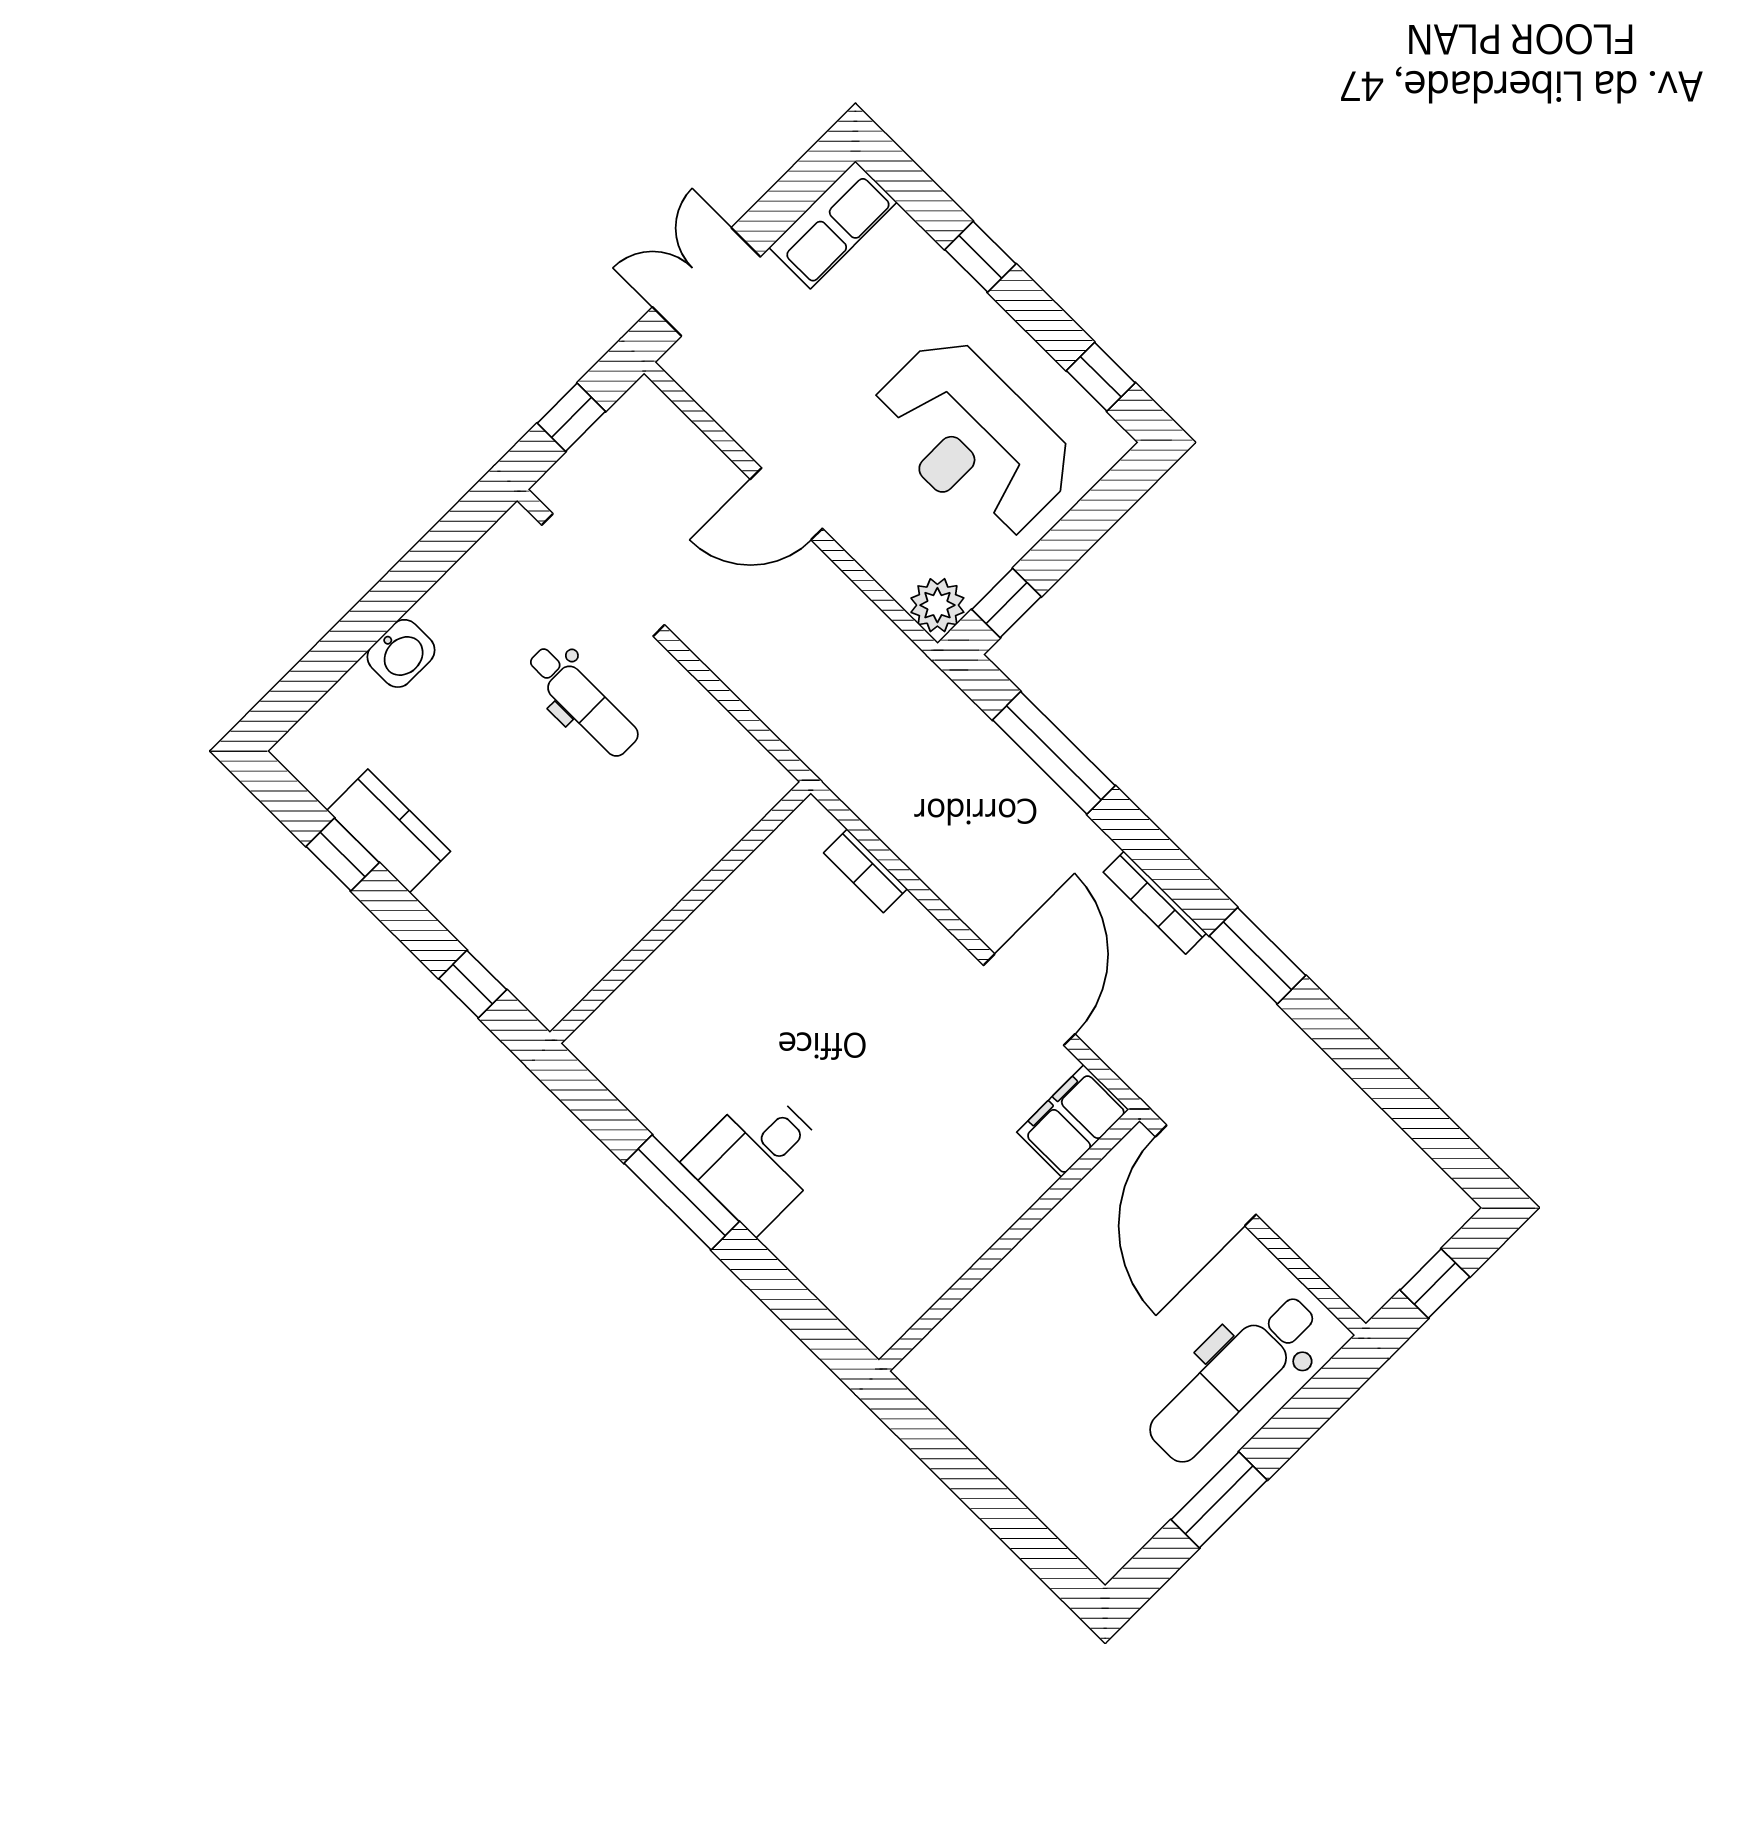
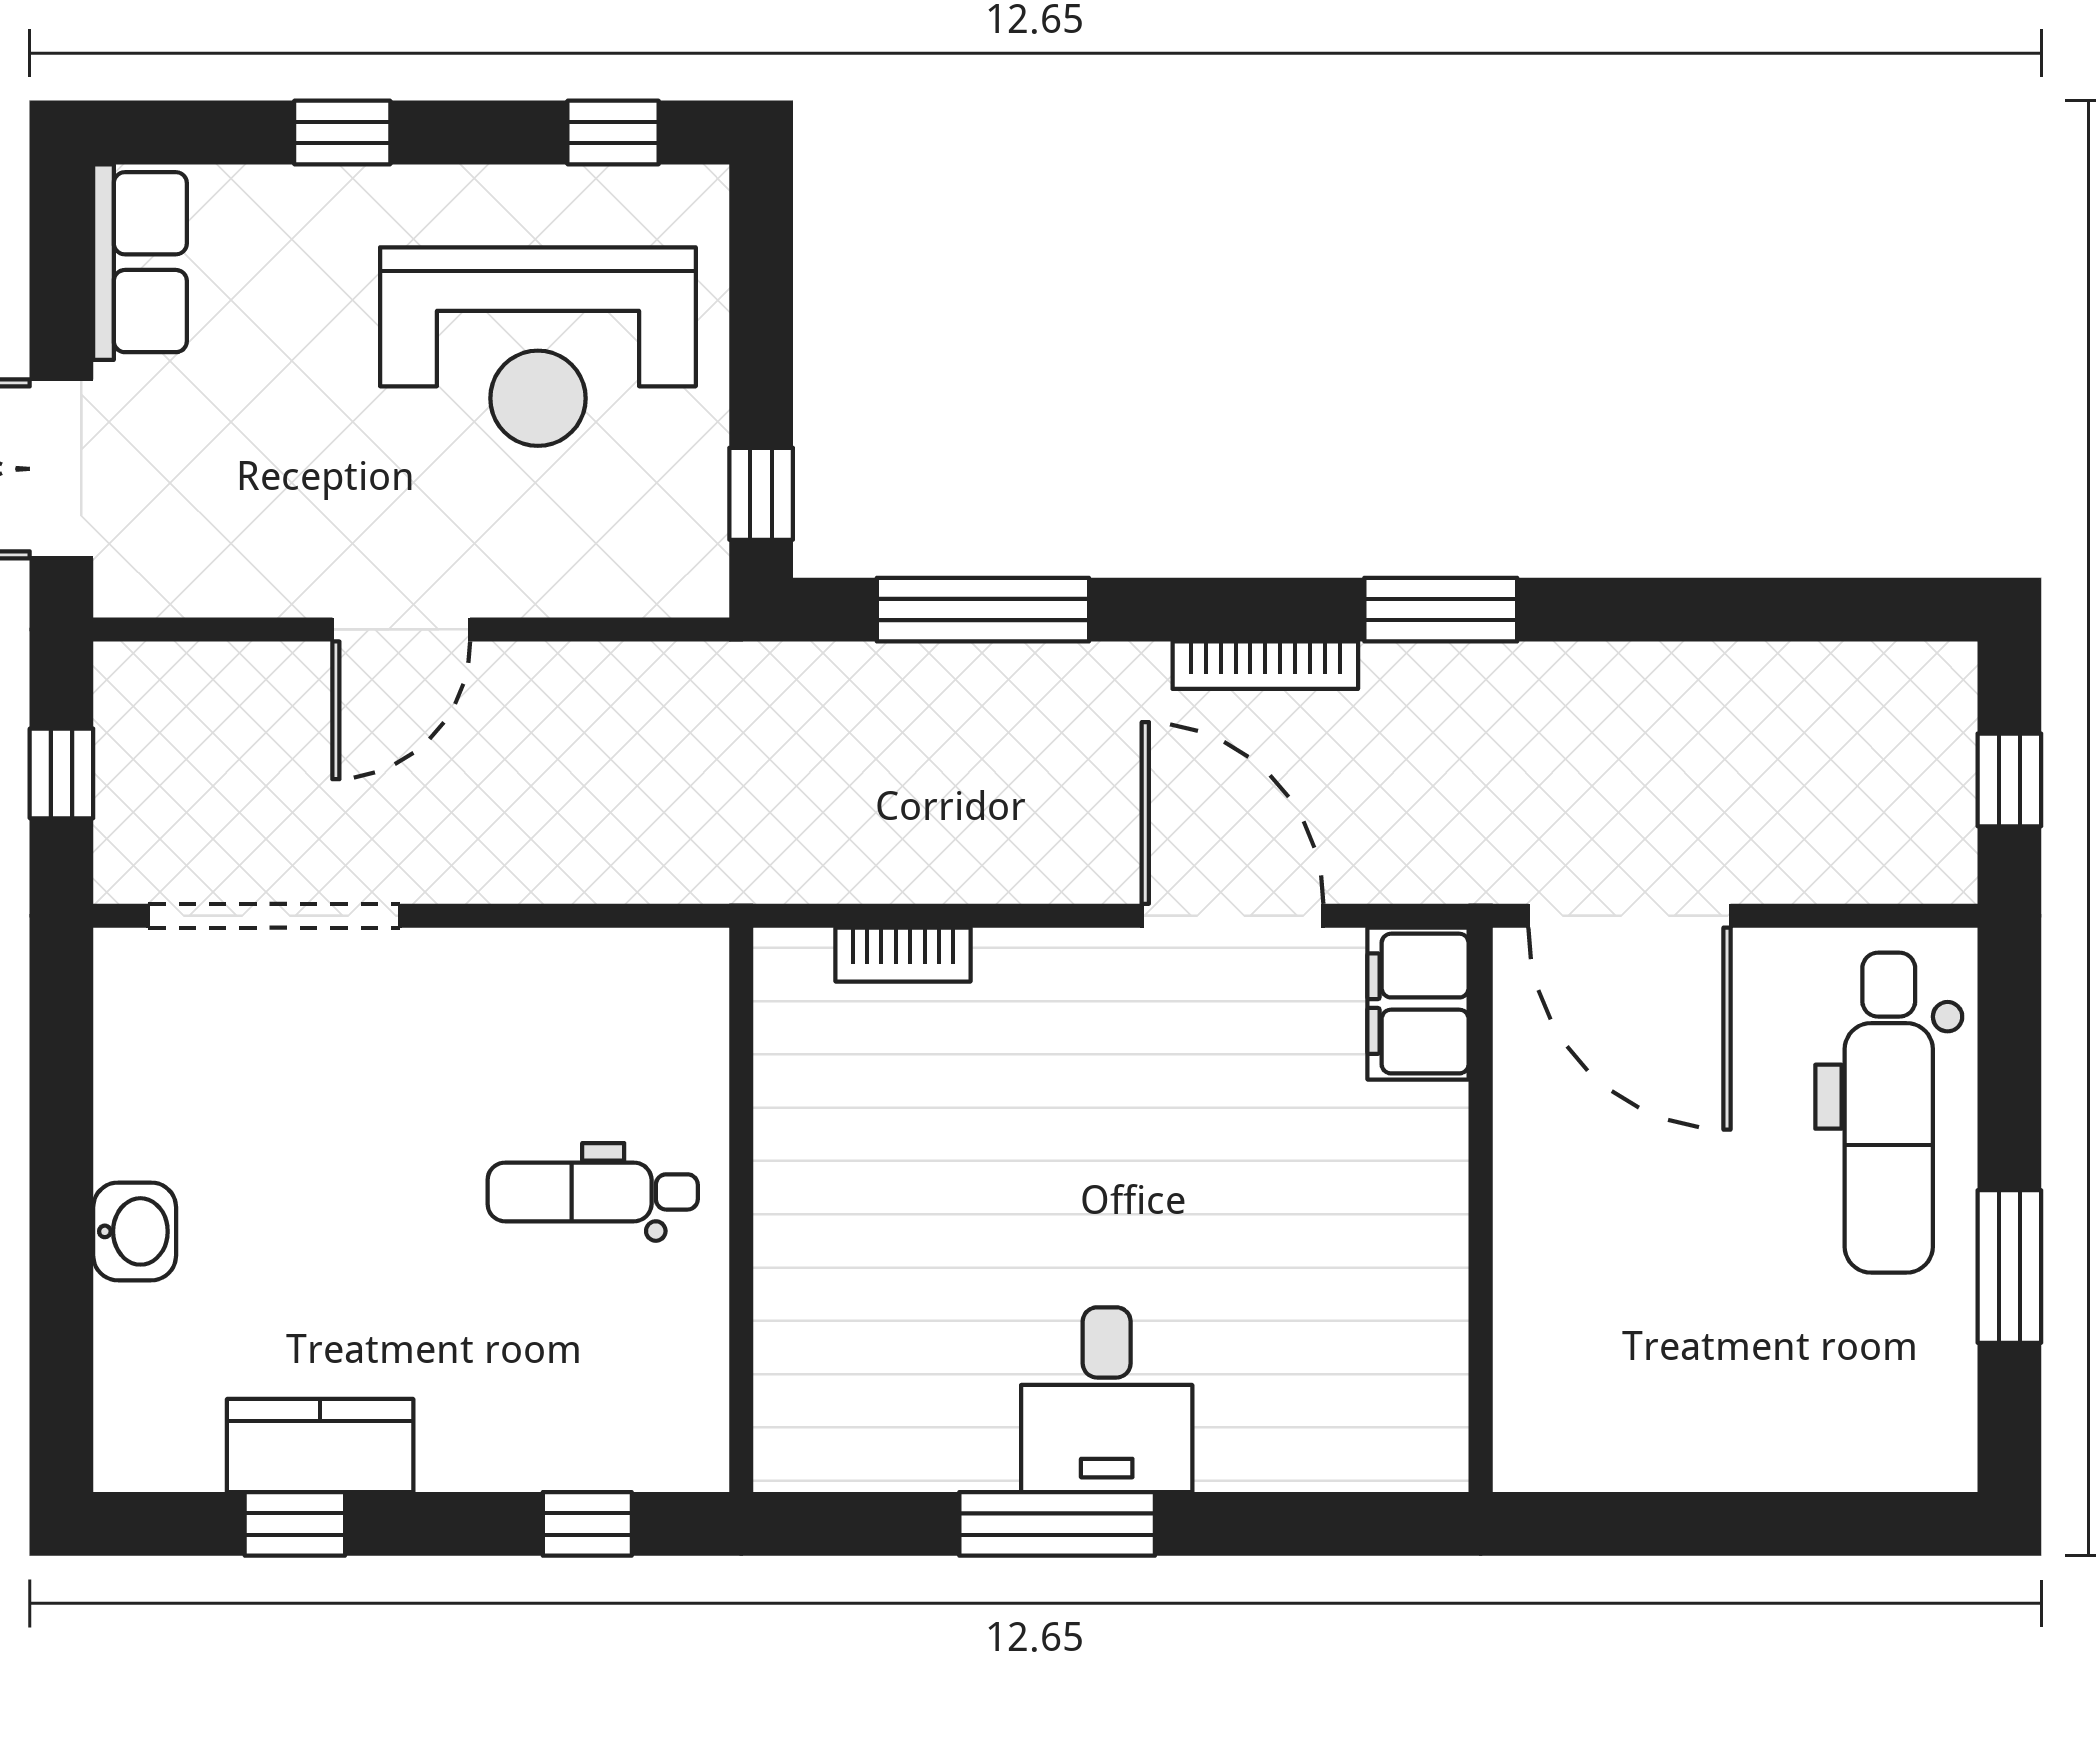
plant: (937, 605) -> (686, 574), removed
dental chair: (583, 701) -> (593, 1192), moved, turned 180

